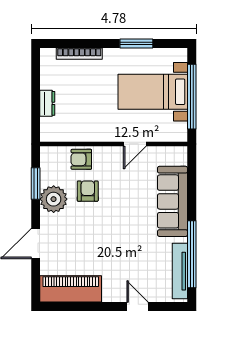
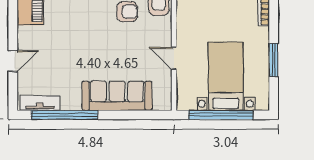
tv unit: (180, 271) -> (40, 103), width x0.71

